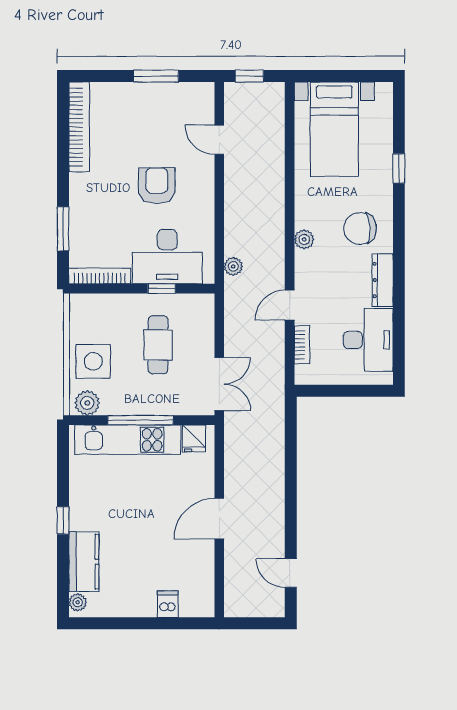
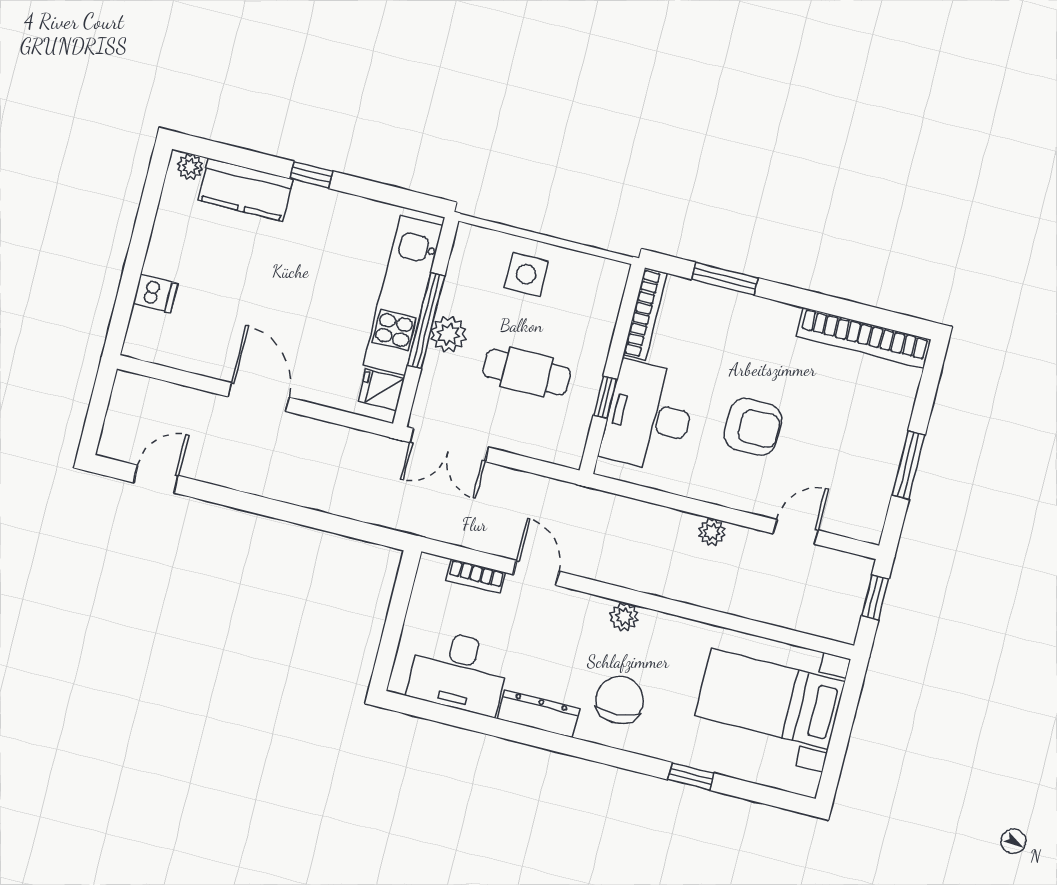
plant: (233, 266) -> (712, 532), moved
side table: (93, 361) -> (526, 274), width x0.73, depth x0.73
plant: (87, 403) -> (449, 334), moved

